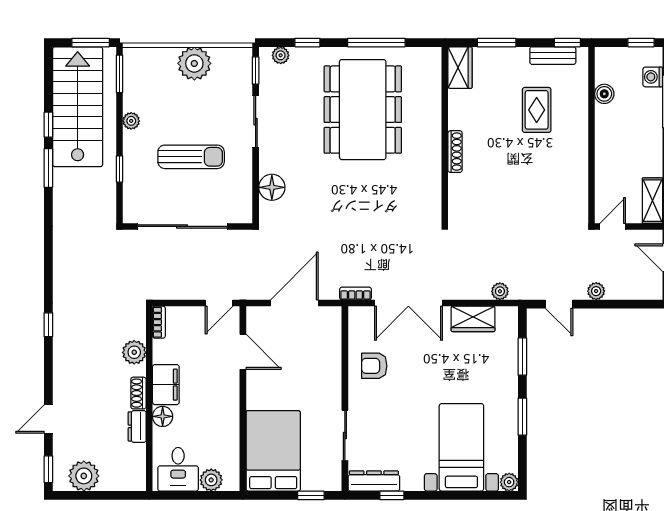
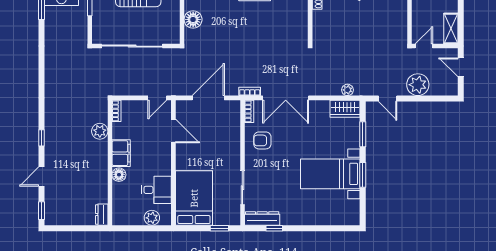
plant: (596, 291) -> (418, 85), width x1.87, depth x1.87
wardrobe: (473, 319) -> (345, 109), moved
bookcase: (355, 323) -> (249, 111), added
window: (48, 325) -> (42, 138), moved
shoe rack: (138, 393) -> (103, 159), removed
dresser: (137, 426) -> (102, 215), moved
bed with nightstands: (461, 447) -> (330, 174), moved, turned -90
desk: (178, 469) -> (156, 190), moved, turned -90
plant: (84, 476) -> (66, 215), removed
plant: (509, 482) -> (354, 219), removed

